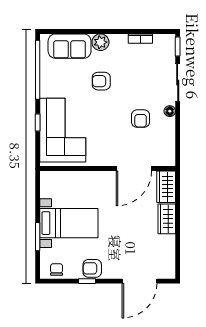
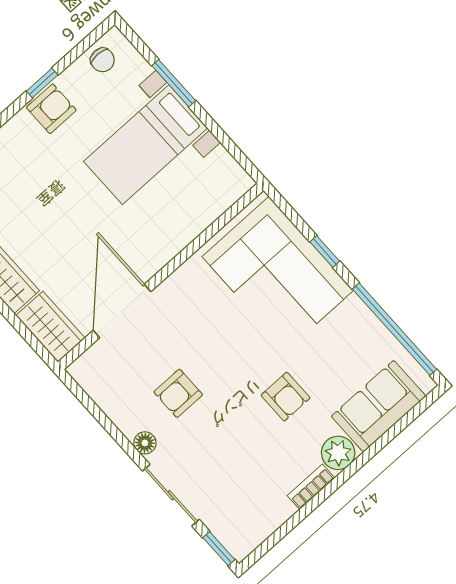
bookcase: (140, 39) -> (311, 487), moved
armchair: (101, 81) -> (286, 397), turned 90
armchair: (141, 119) -> (178, 393), turned -90

